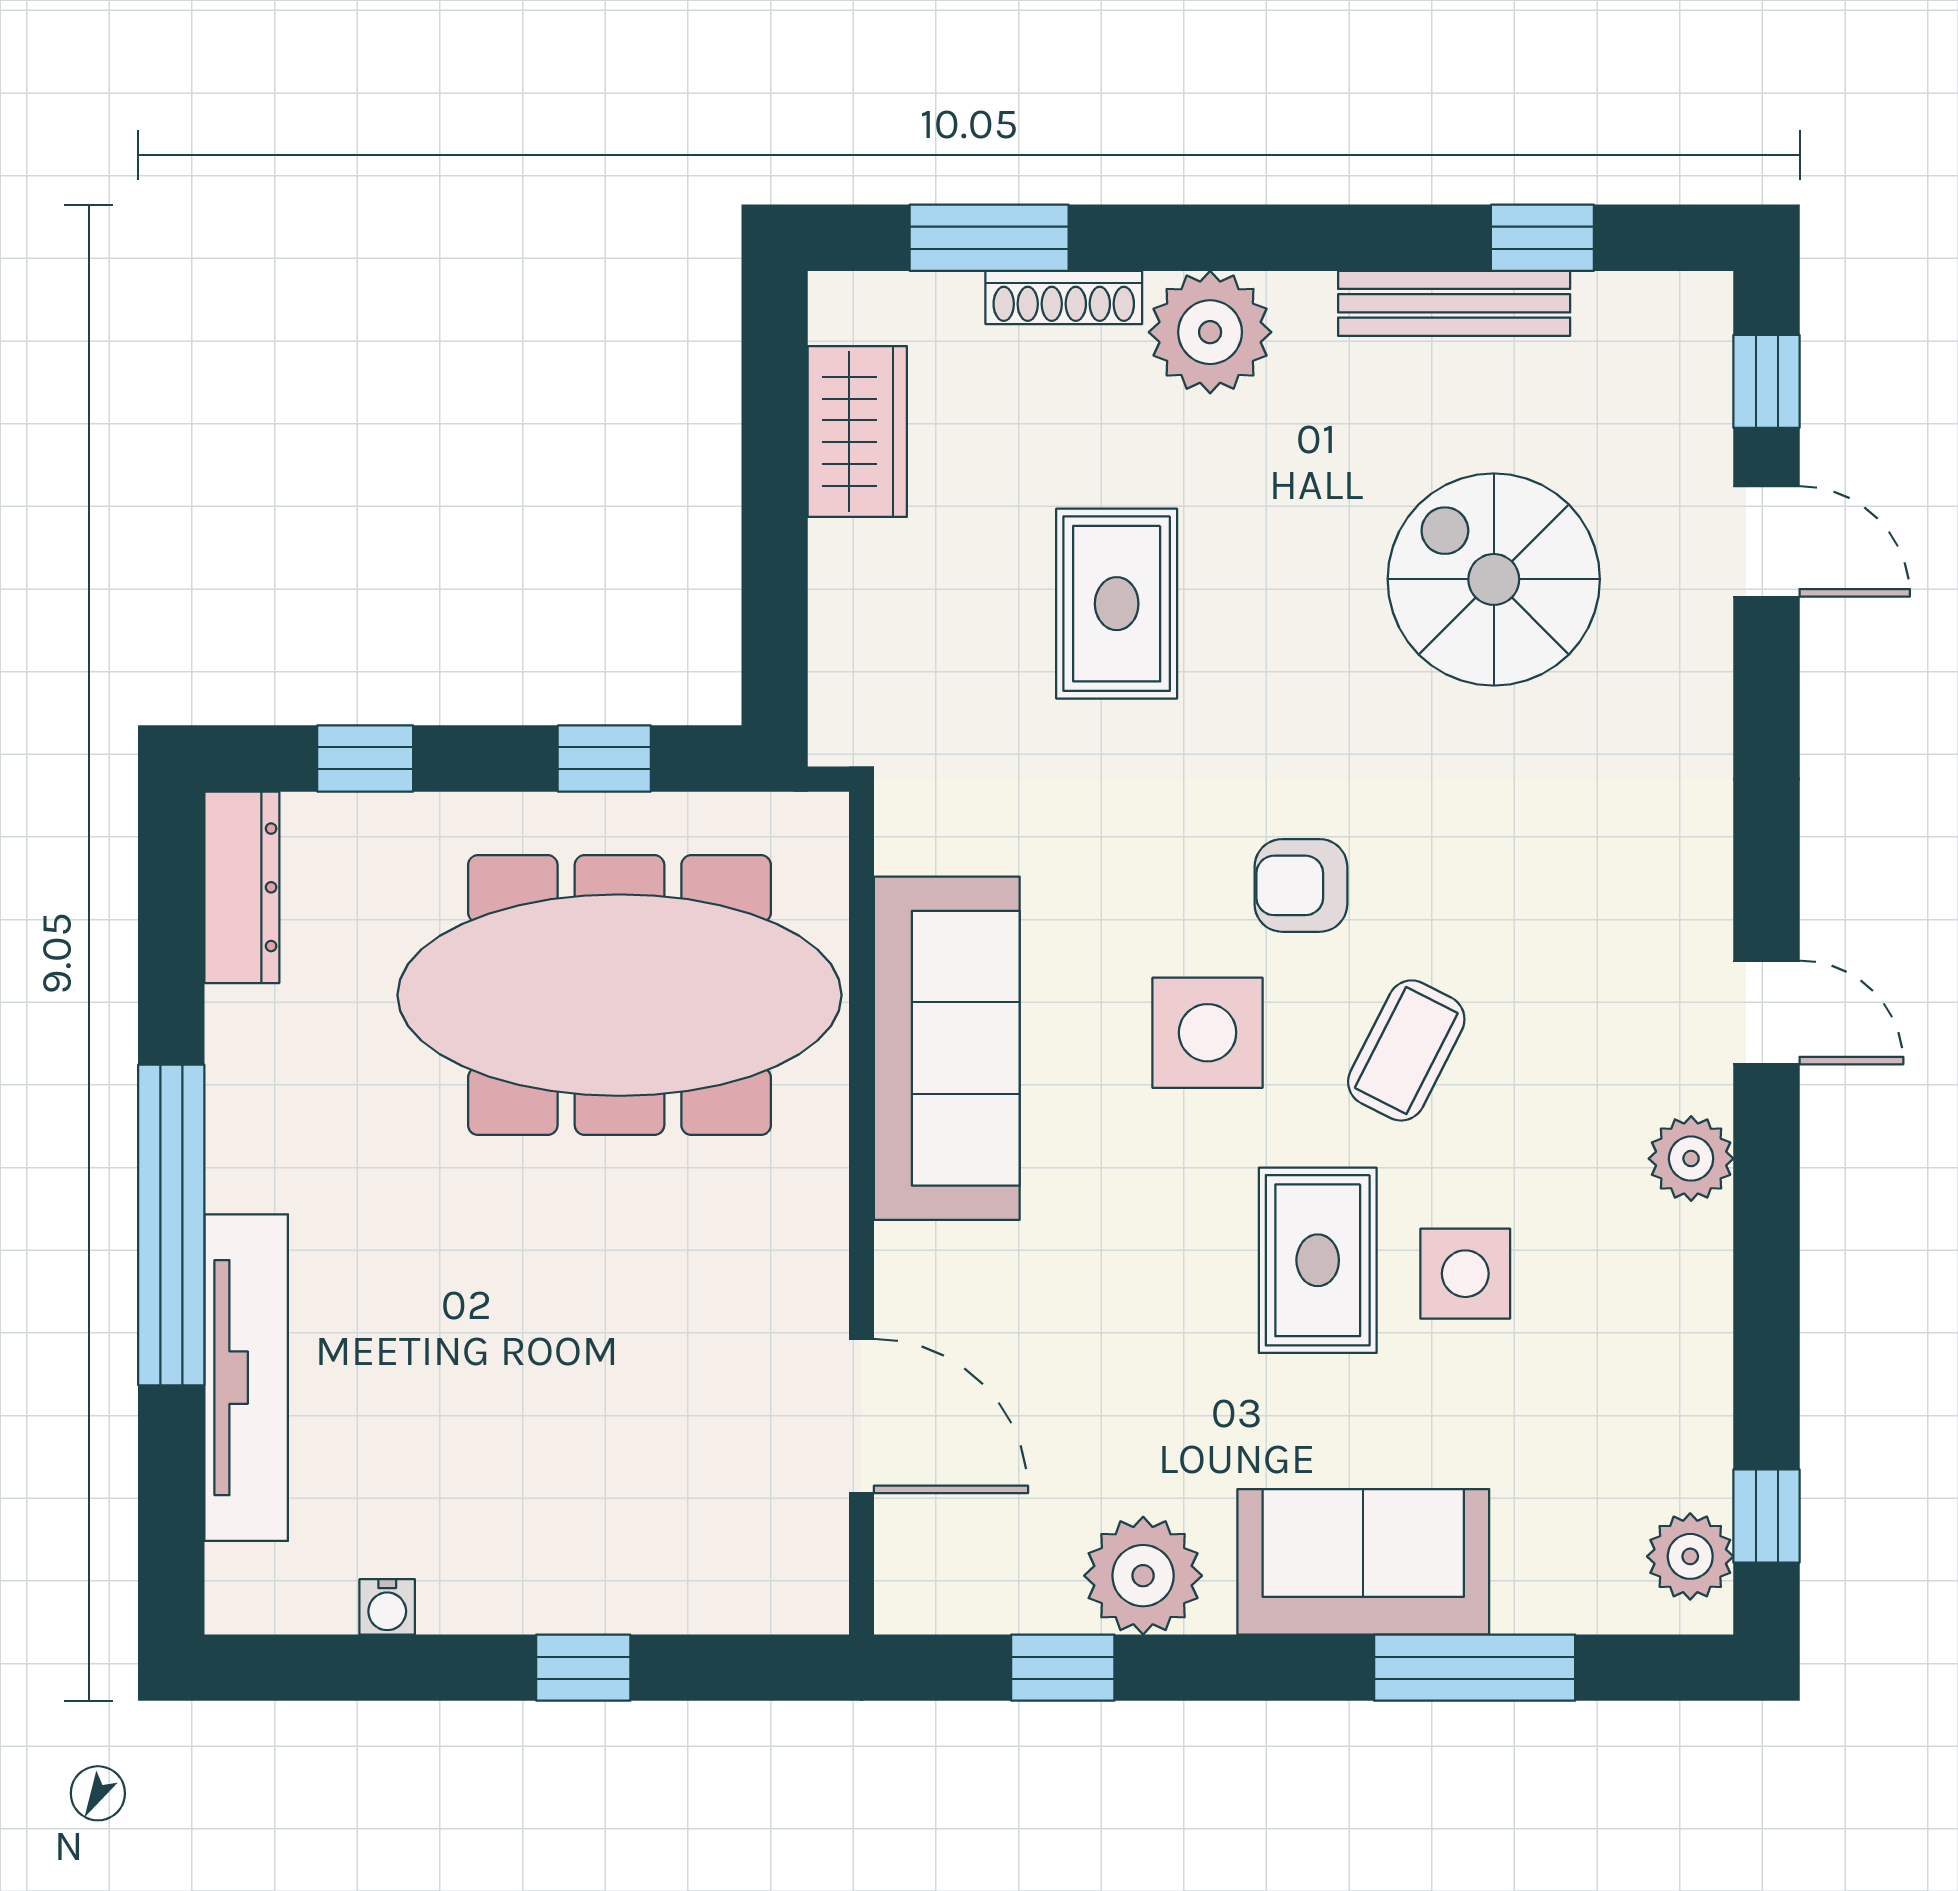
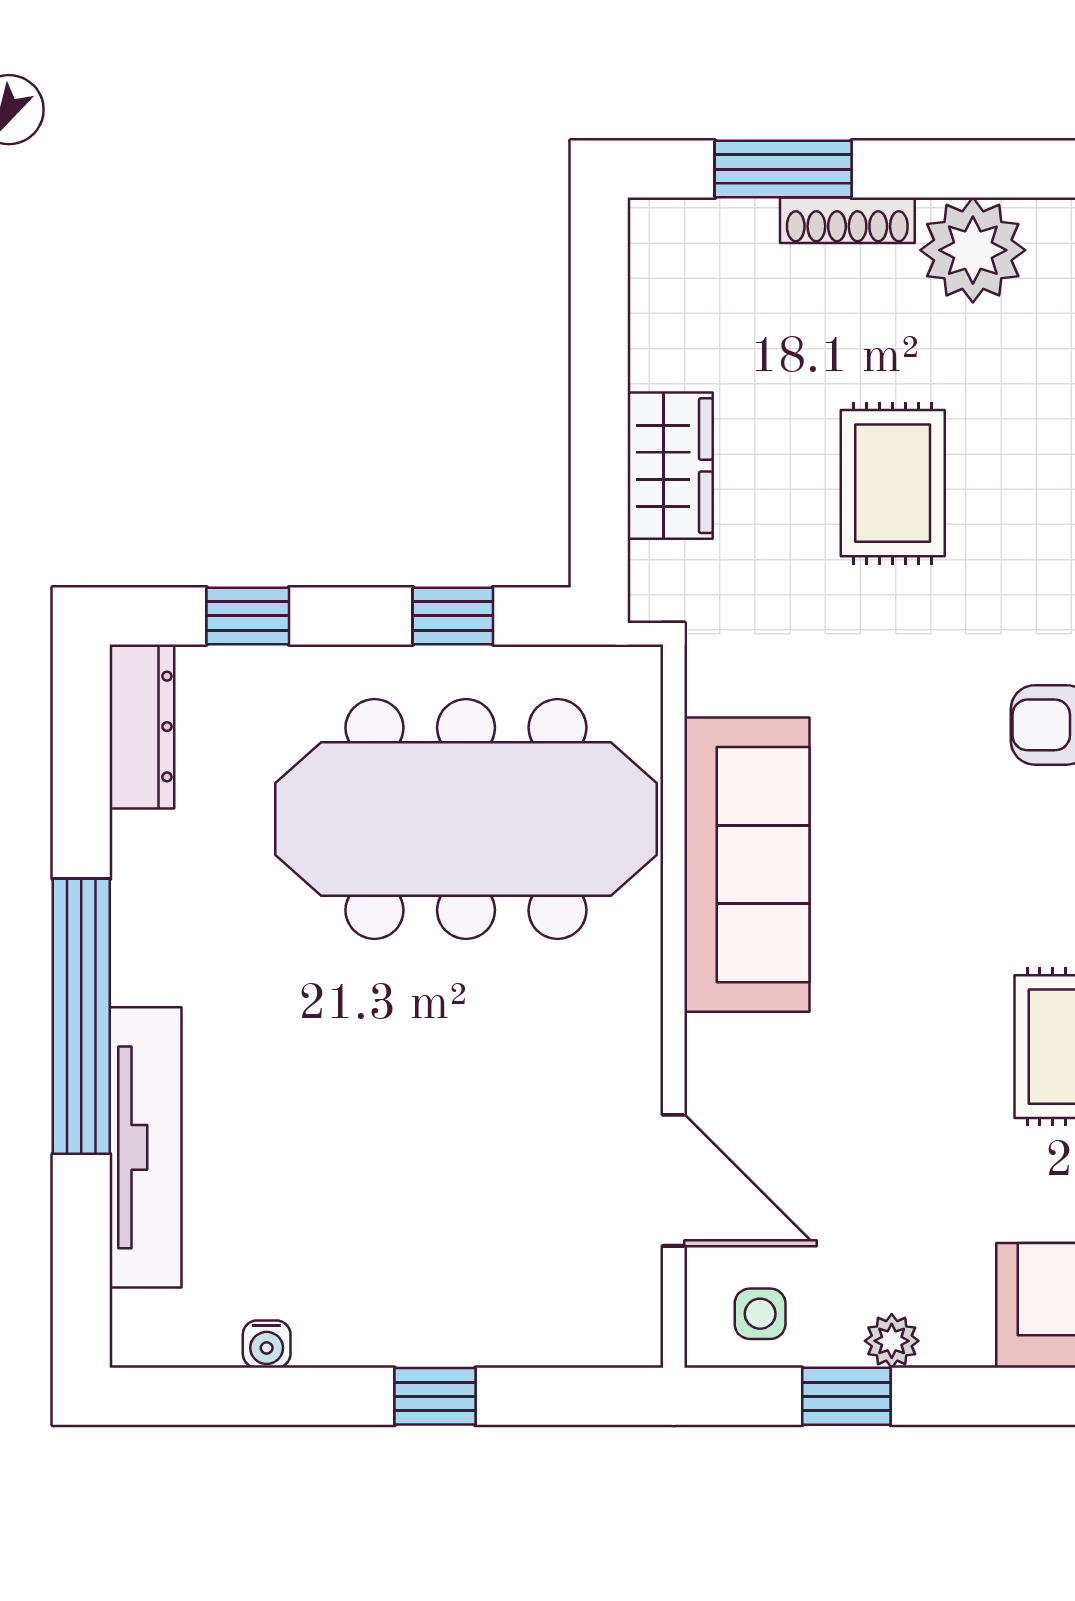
wardrobe: (857, 431) -> (670, 466), moved
side table: (1208, 1033) -> (760, 1314), moved, width x0.54, depth x0.54
plant: (1143, 1576) -> (892, 1341), width x0.53, depth x0.53

